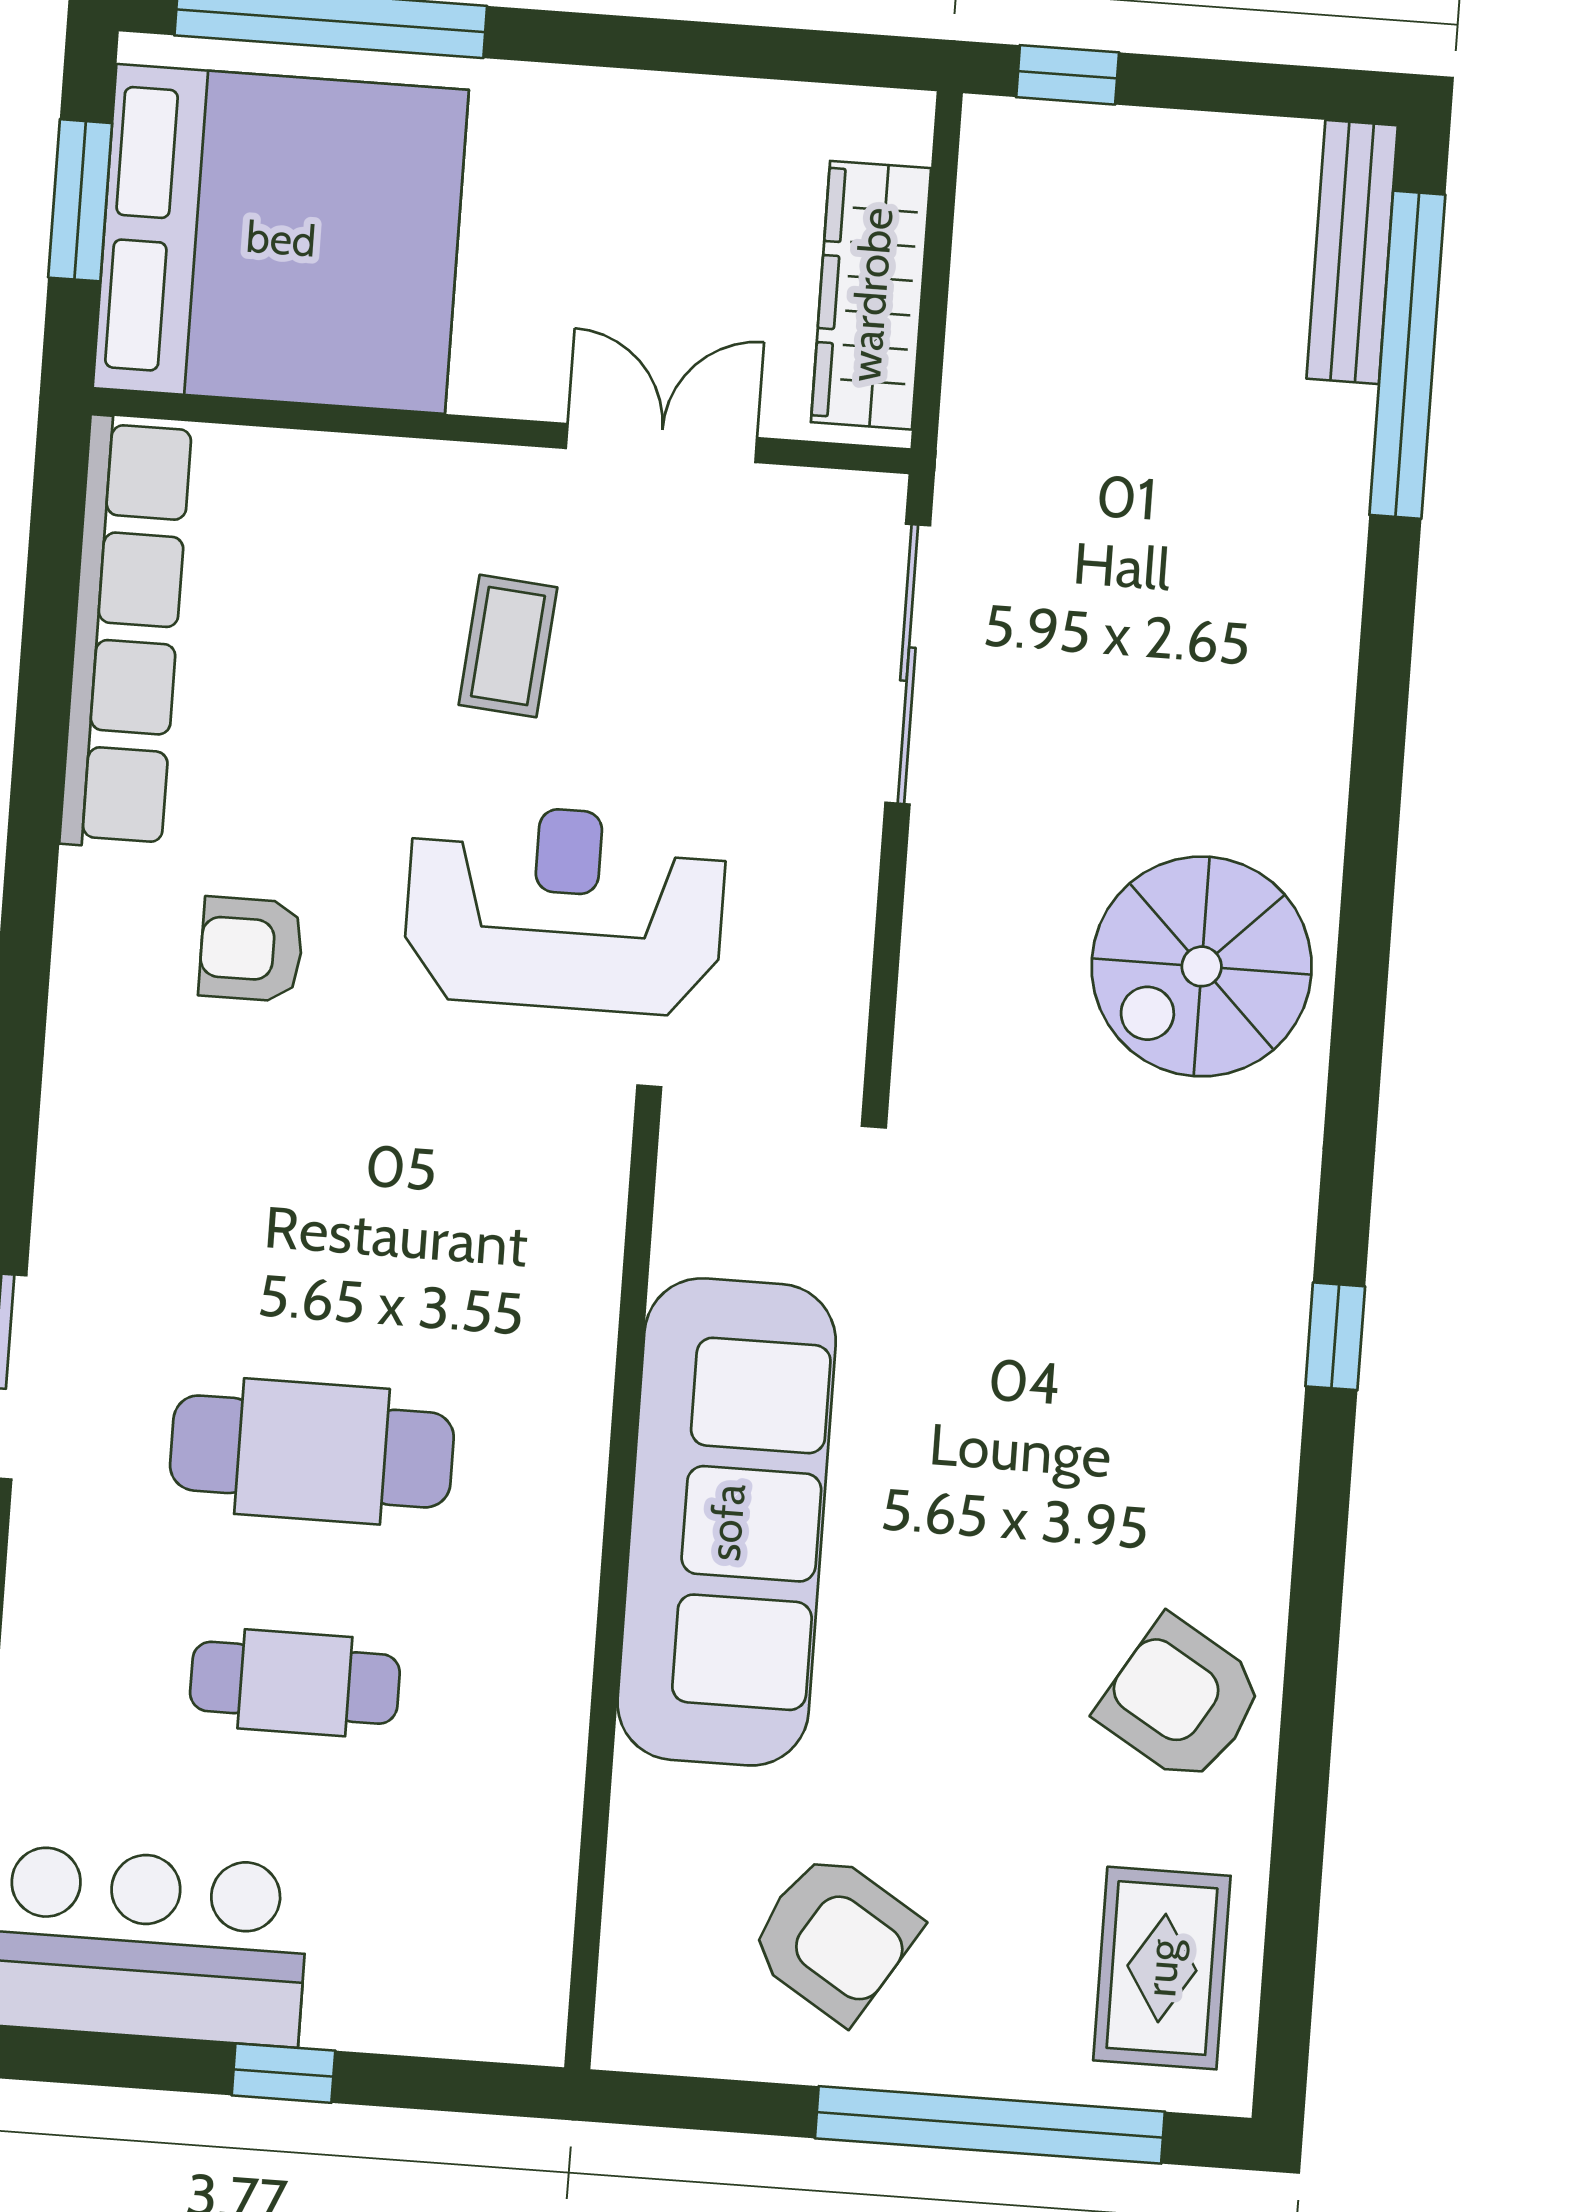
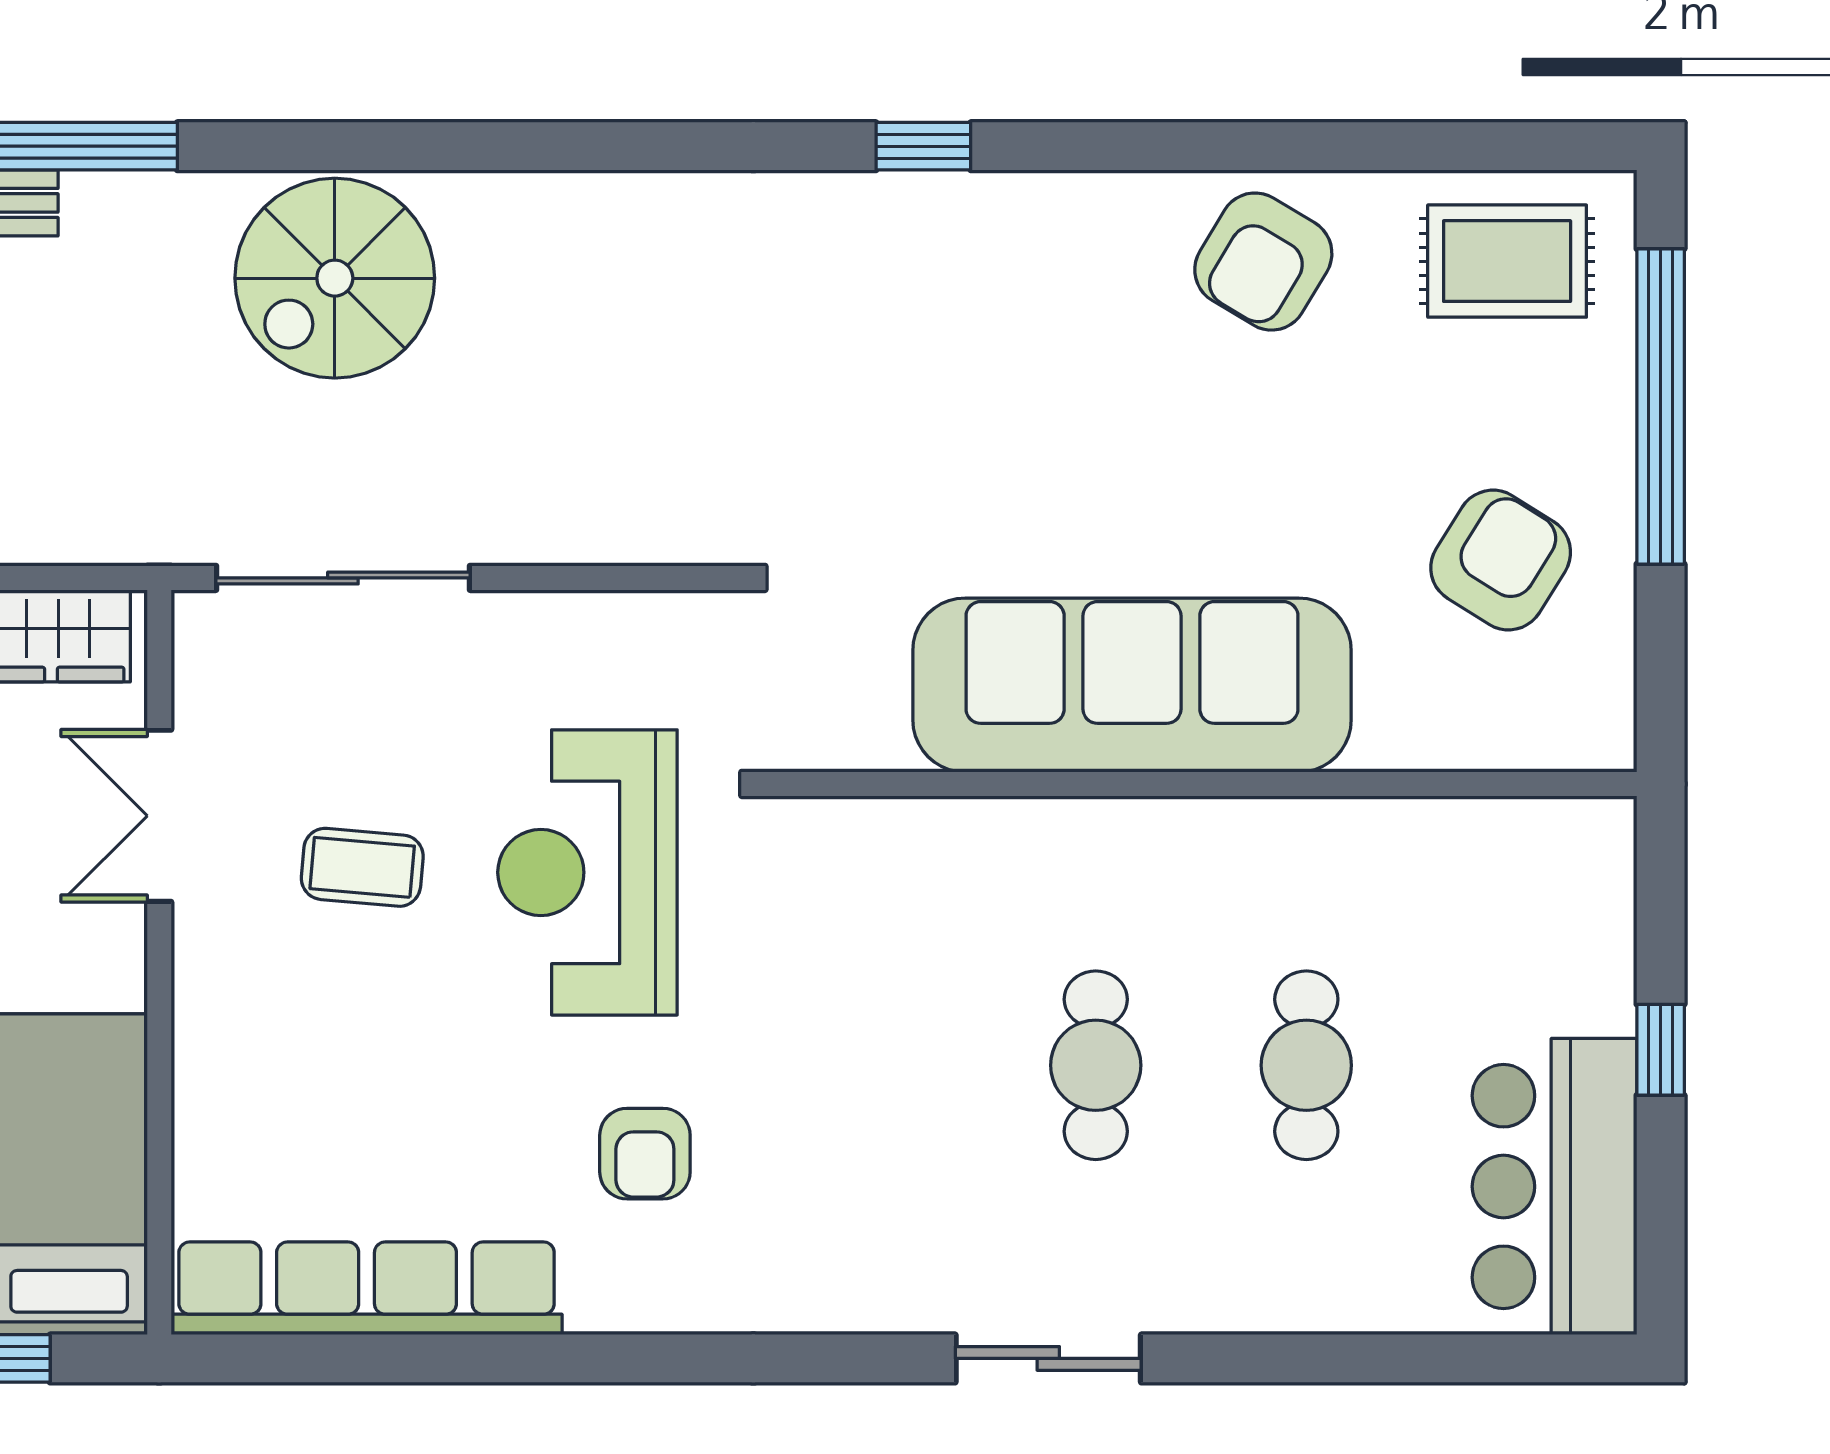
coffee table: (508, 646) -> (362, 867), moved
spiral stairs: (1202, 966) -> (335, 278), moved, turned 90
cafe table: (312, 1451) -> (1096, 1065), width x0.73, depth x0.74

